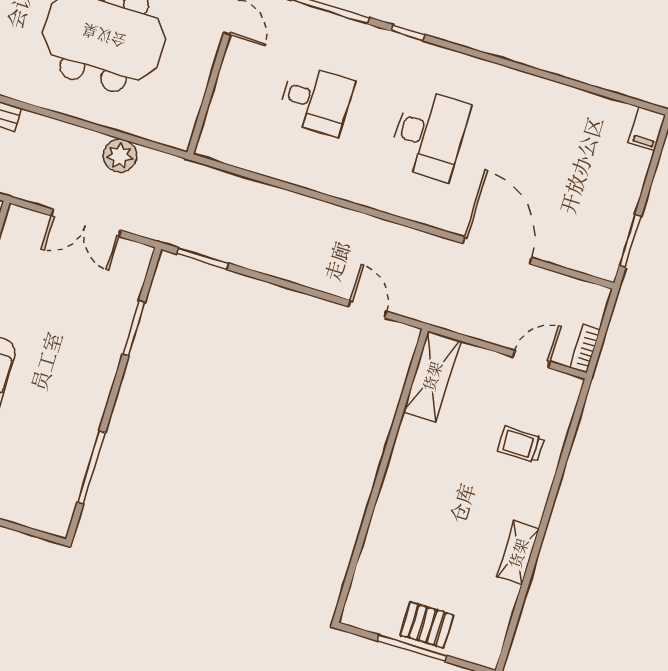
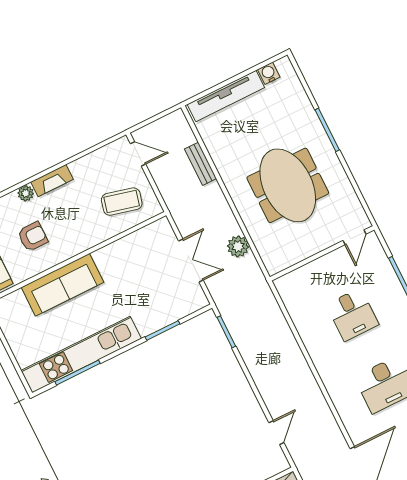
double door: (86, 223) -> (191, 261), swing flipped
kitchen unit: (75, 444) -> (81, 355), added

